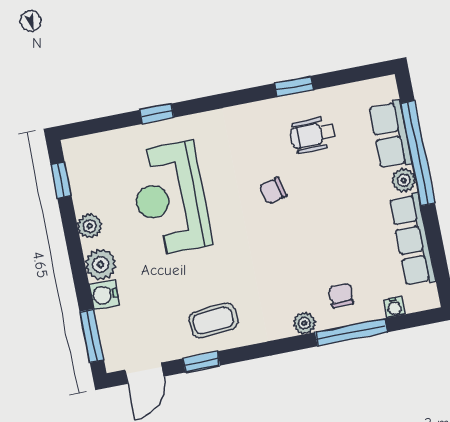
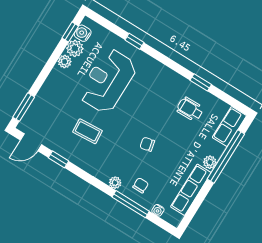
row of seats: (391, 135) -> (229, 127), moved
chair: (273, 191) -> (147, 144), moved
plant: (101, 264) -> (75, 48), moved
water cooler: (104, 295) -> (83, 33), moved
coffee table: (213, 321) -> (87, 131), moved

